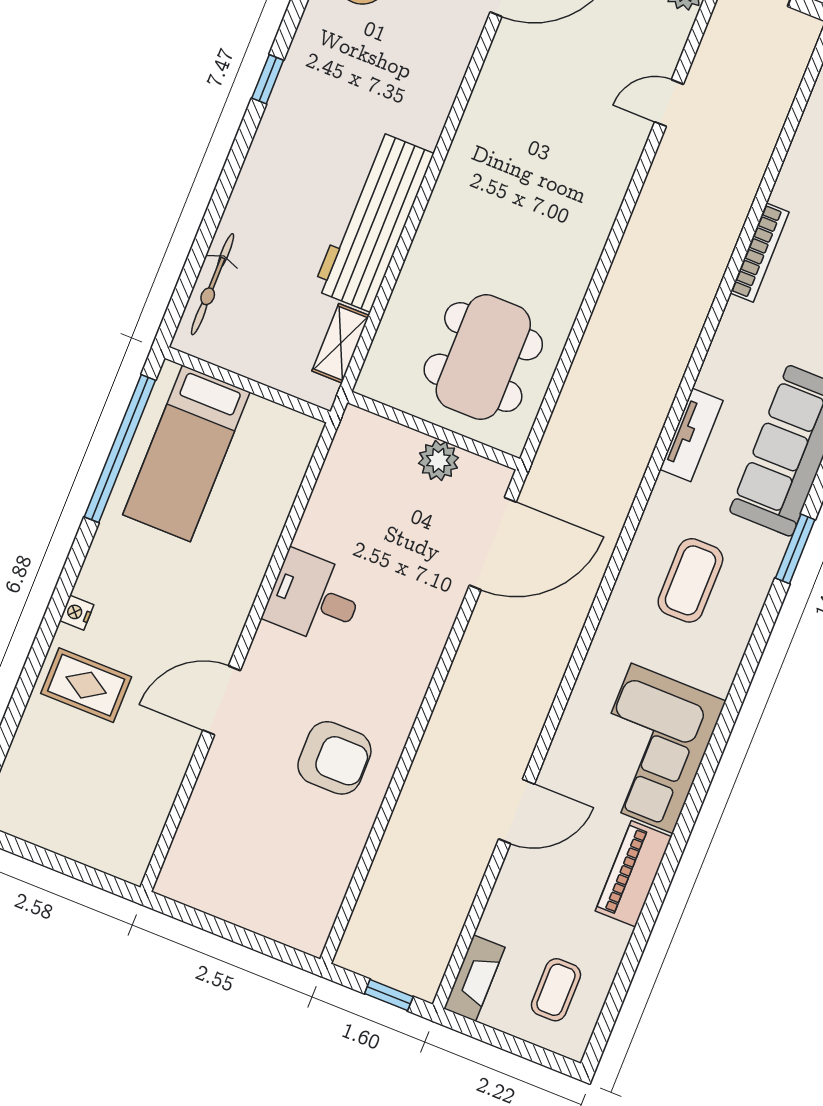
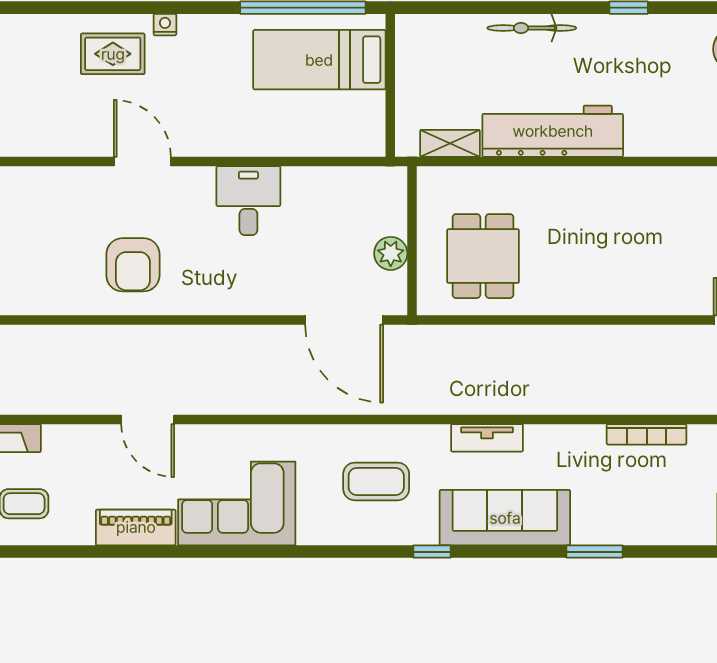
bicycle: (213, 284) -> (532, 28), moved
dining table: (483, 357) -> (483, 256), width x0.73
window: (795, 549) -> (432, 552), width x0.67
rug: (86, 685) -> (113, 54), turned 90

